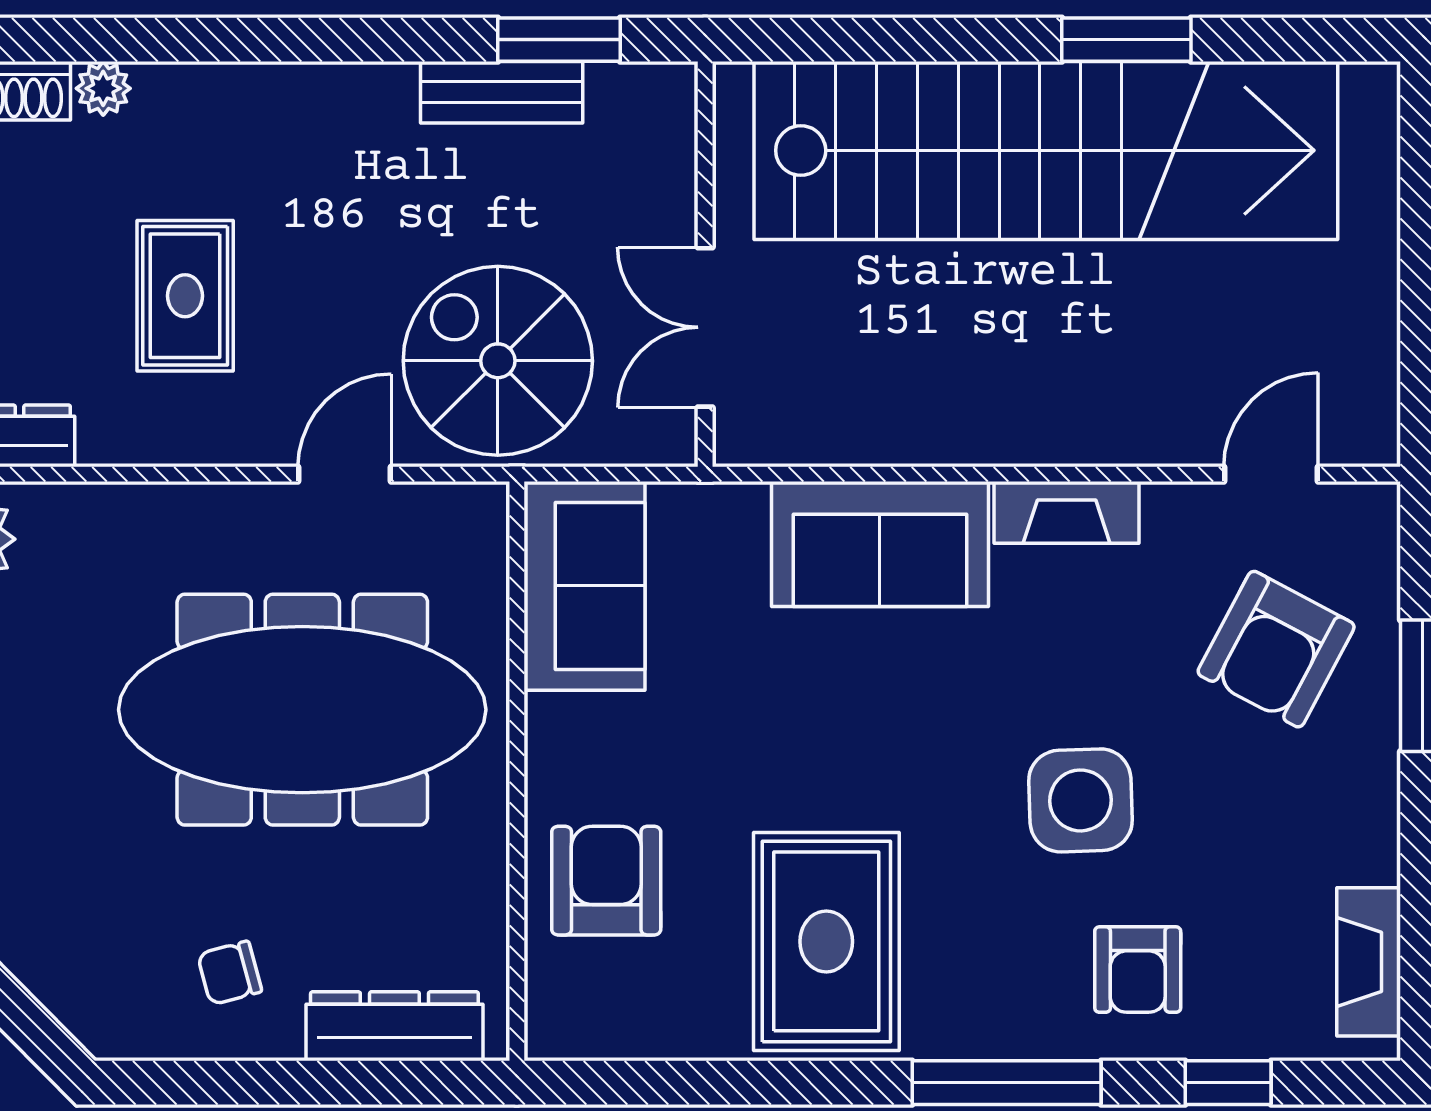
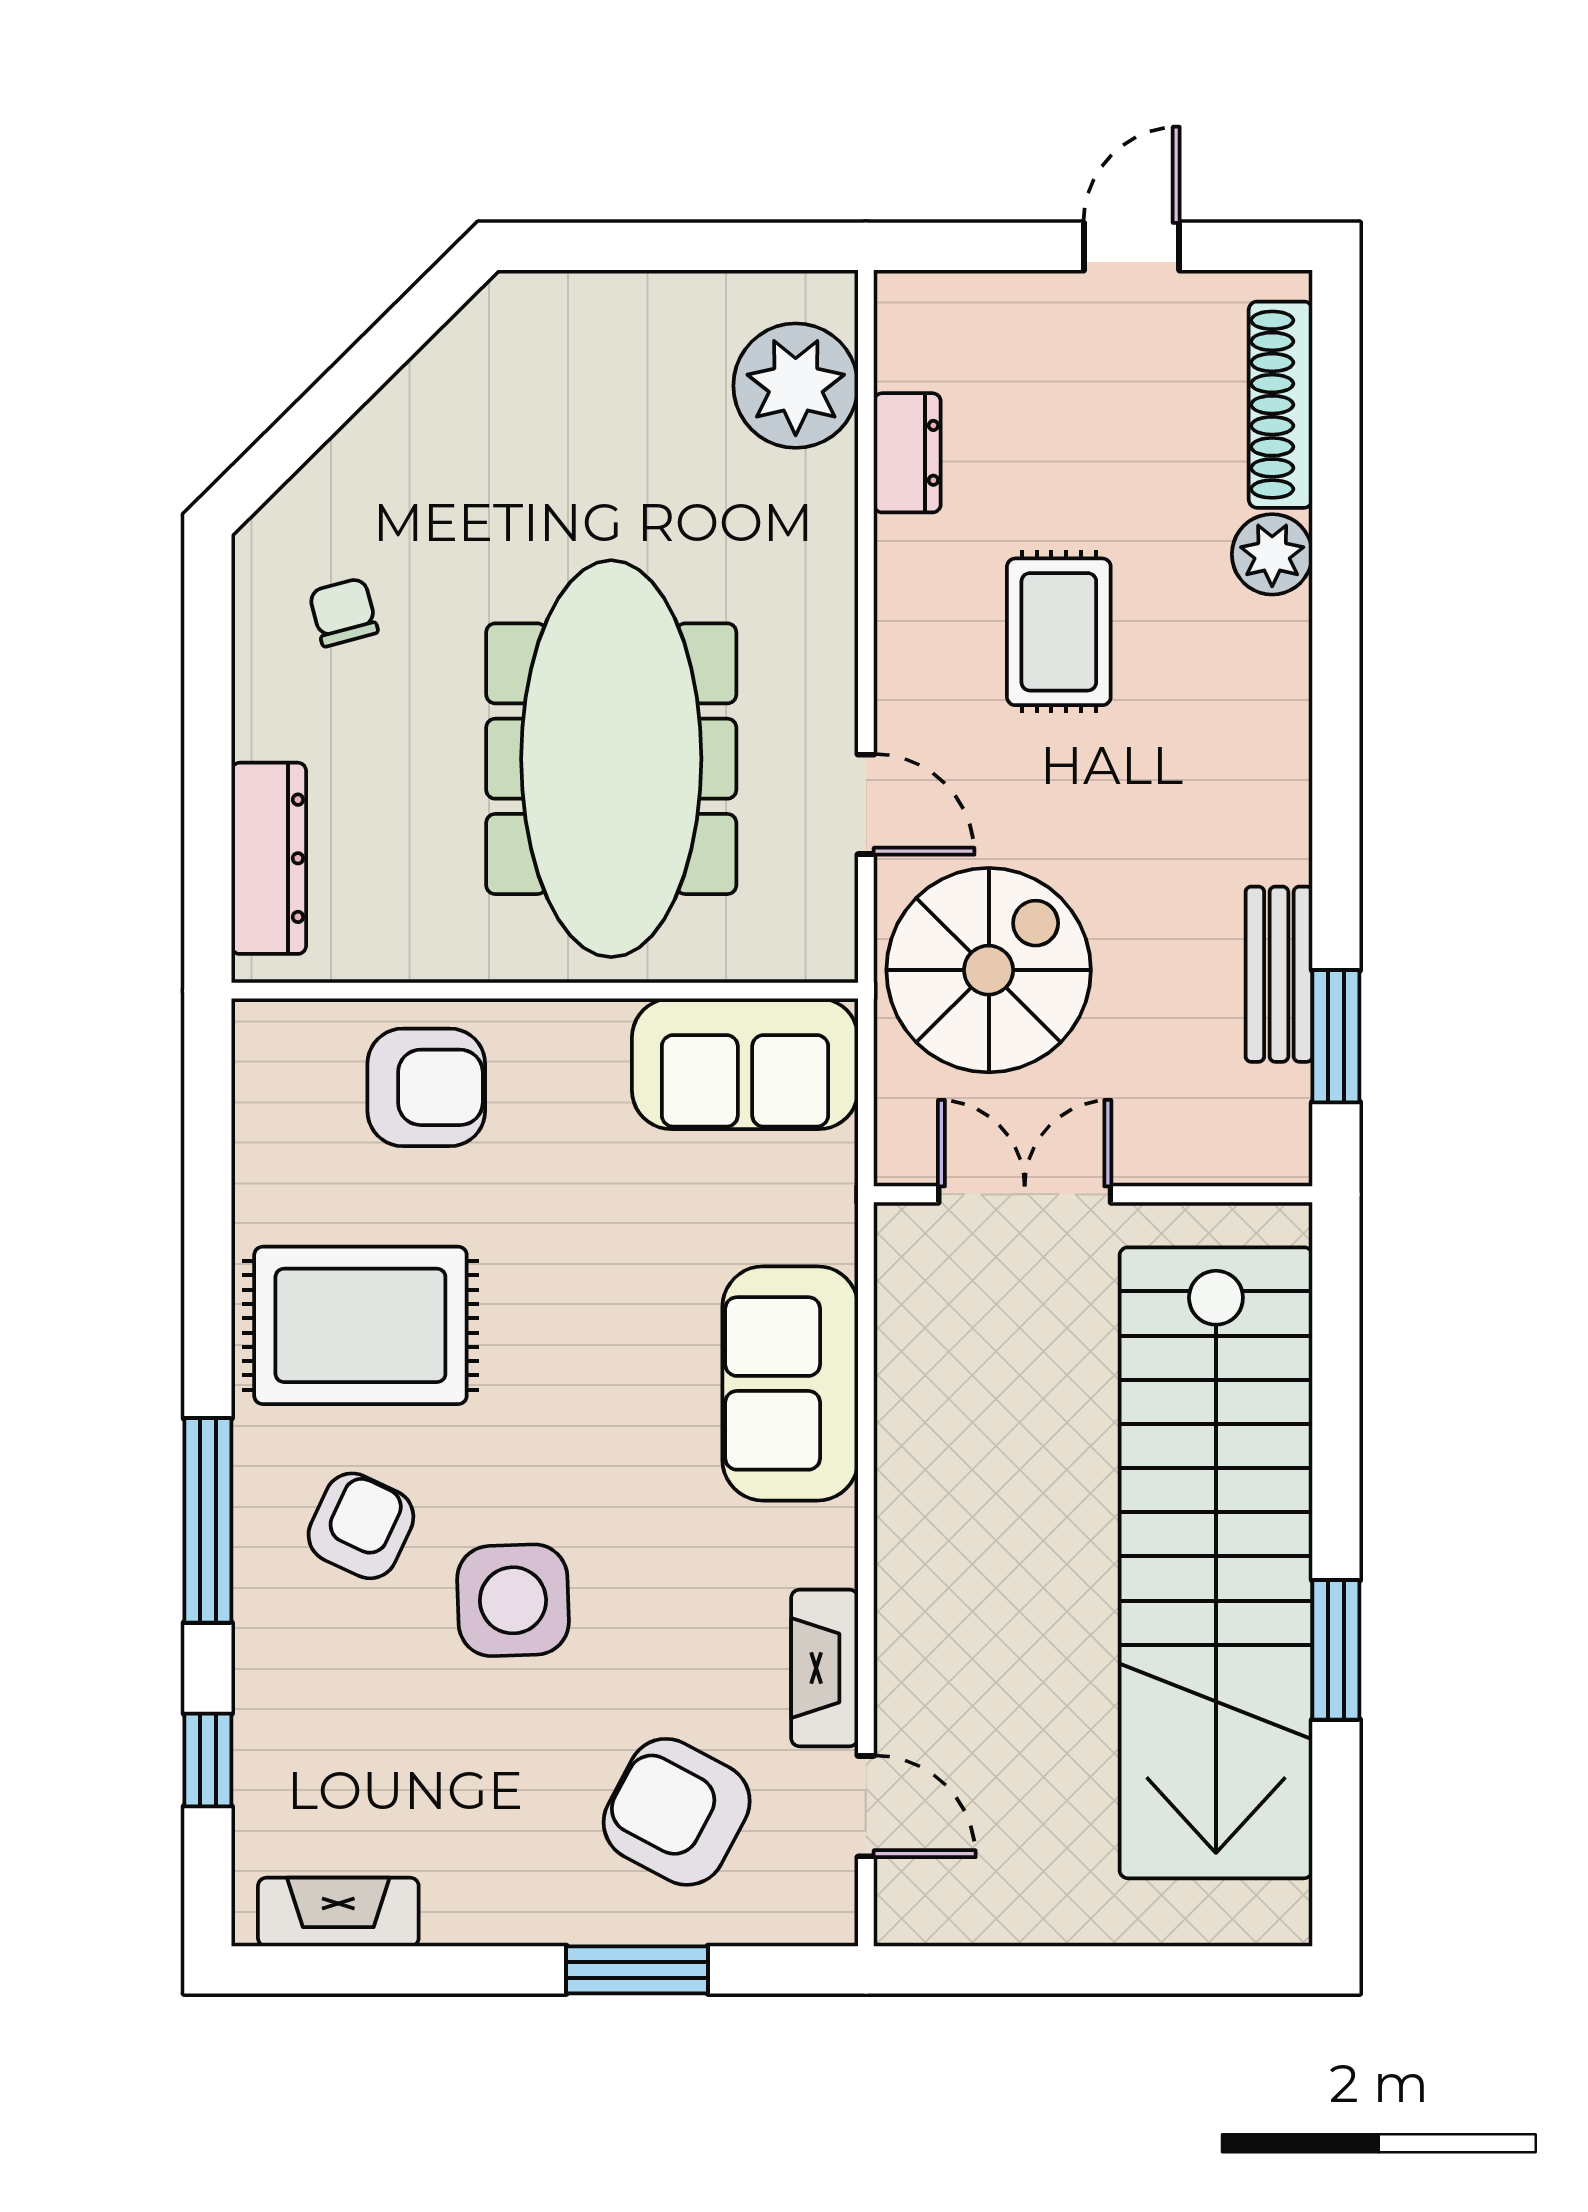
plant: (103, 88) -> (1272, 554), width x1.38, depth x1.38
rug: (185, 296) -> (1059, 632), turned 90
fireplace: (1067, 512) -> (825, 1668), moved
armchair: (1138, 970) -> (361, 1526), moved, turned 115
chair: (230, 973) -> (343, 612), moved

